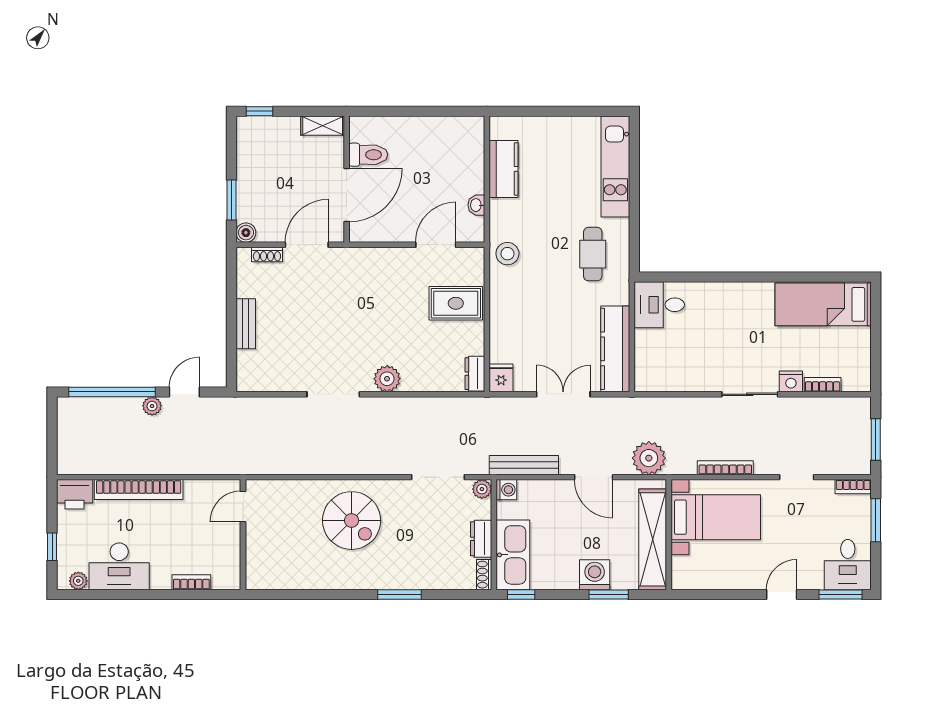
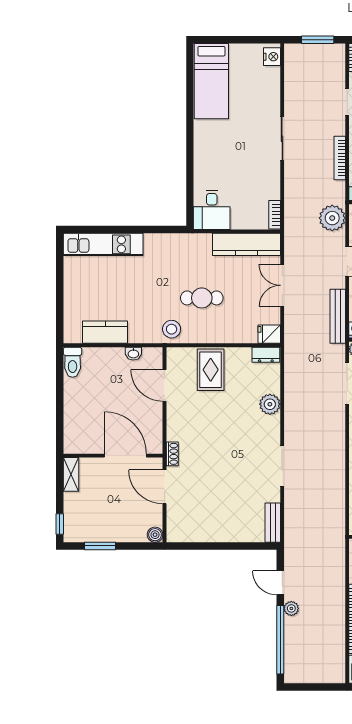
toilet: (368, 155) -> (73, 362), moved, turned 180
window: (232, 200) -> (100, 546), moved
shoe rack: (267, 254) -> (172, 454), moved
cafe table: (593, 254) -> (202, 298), moved
bench: (246, 324) -> (273, 523), moved, turned 90
plant: (387, 379) -> (270, 404), moved
nightstand: (791, 381) -> (272, 57), moved
bookcase: (823, 385) -> (275, 215), moved

